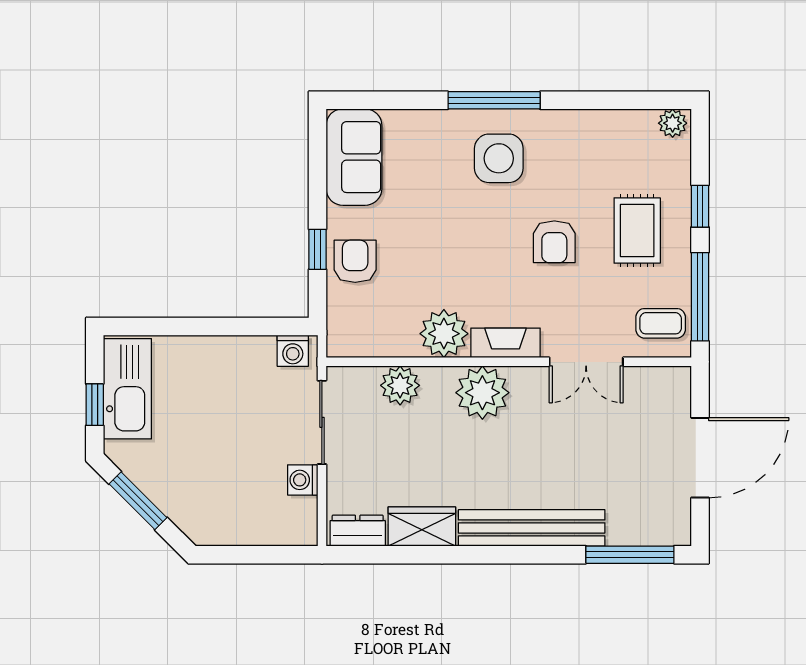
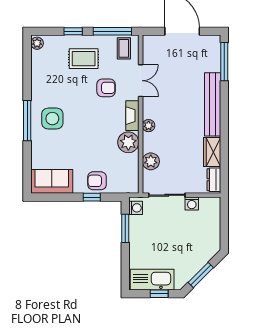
armchair: (554, 242) -> (106, 88), moved
window: (245, 326) -> (125, 228), added
plant: (482, 393) -> (149, 126), width x0.53, depth x0.53

